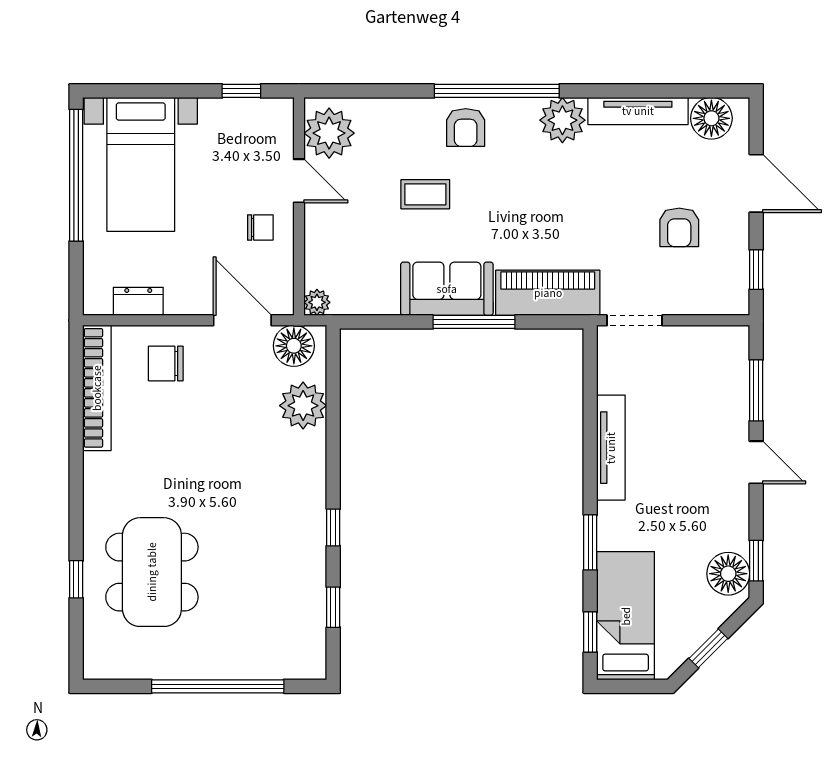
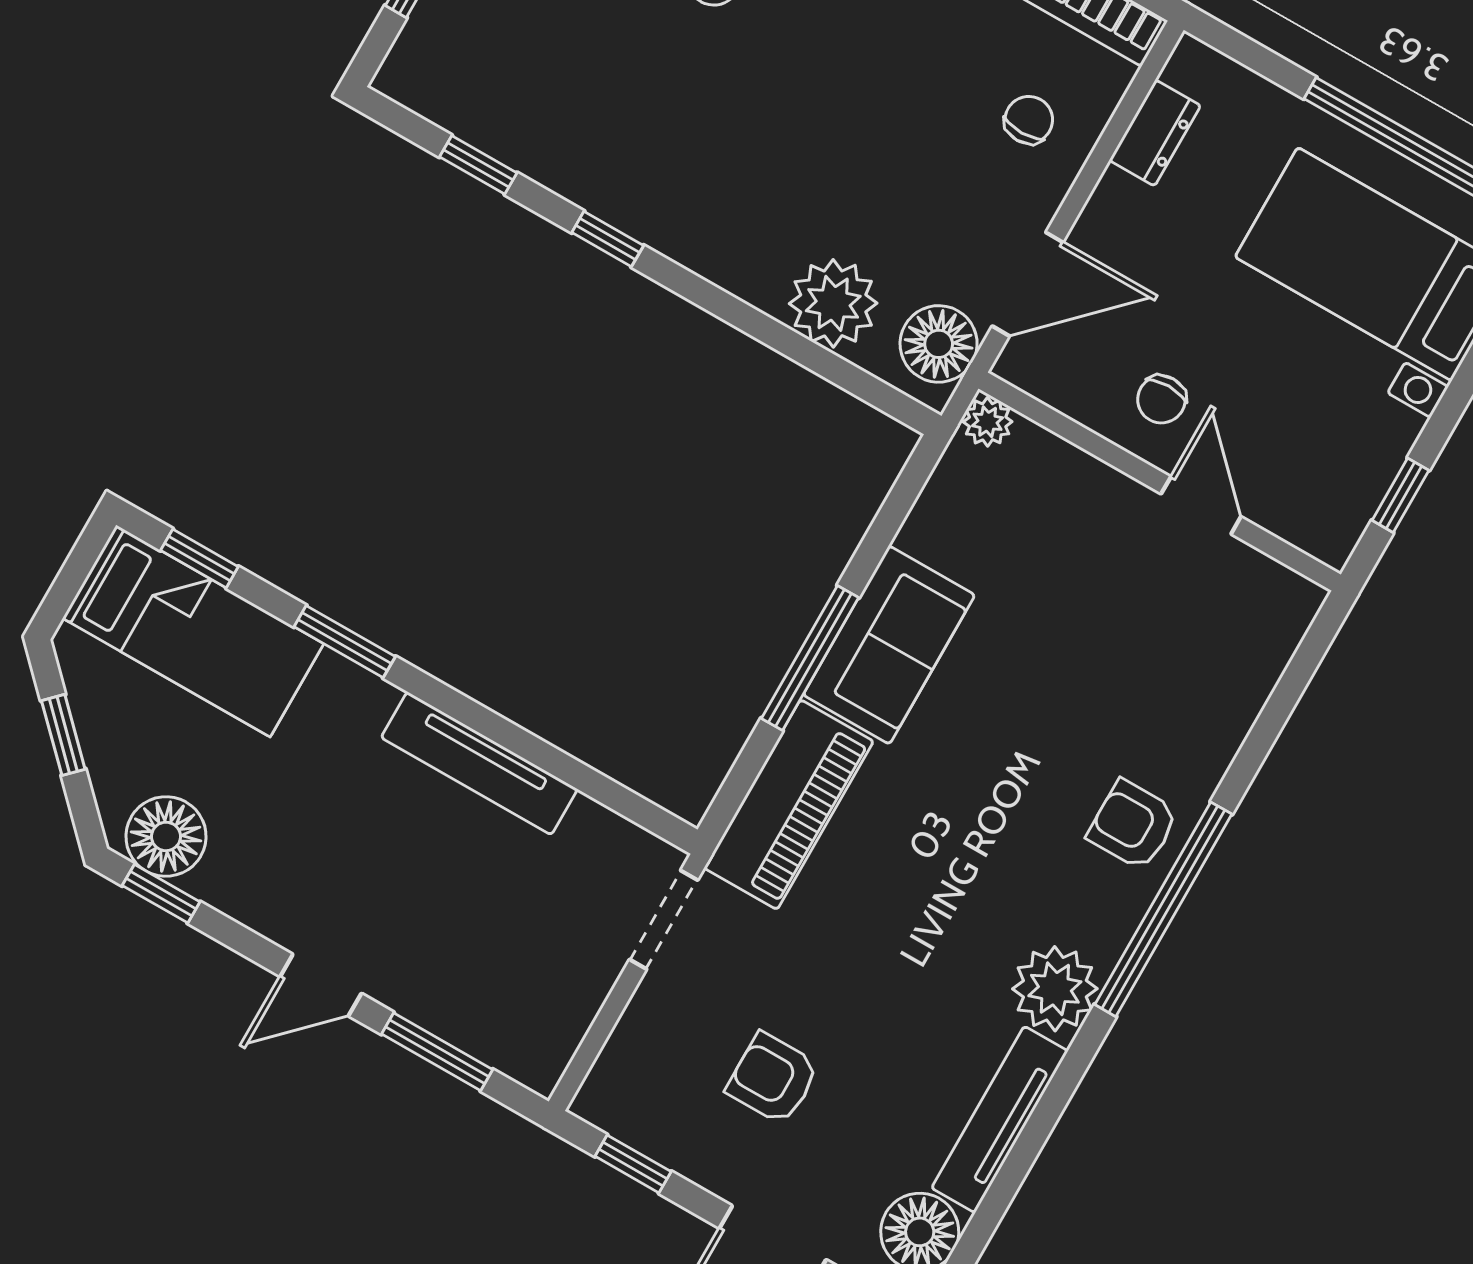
plant: (329, 133) -> (1251, 598), removed
door: (299, 181) -> (1201, 505), swing flipped
coffee table: (425, 194) -> (1062, 698), removed
chair: (166, 363) -> (1029, 120), width x0.73, depth x0.73

